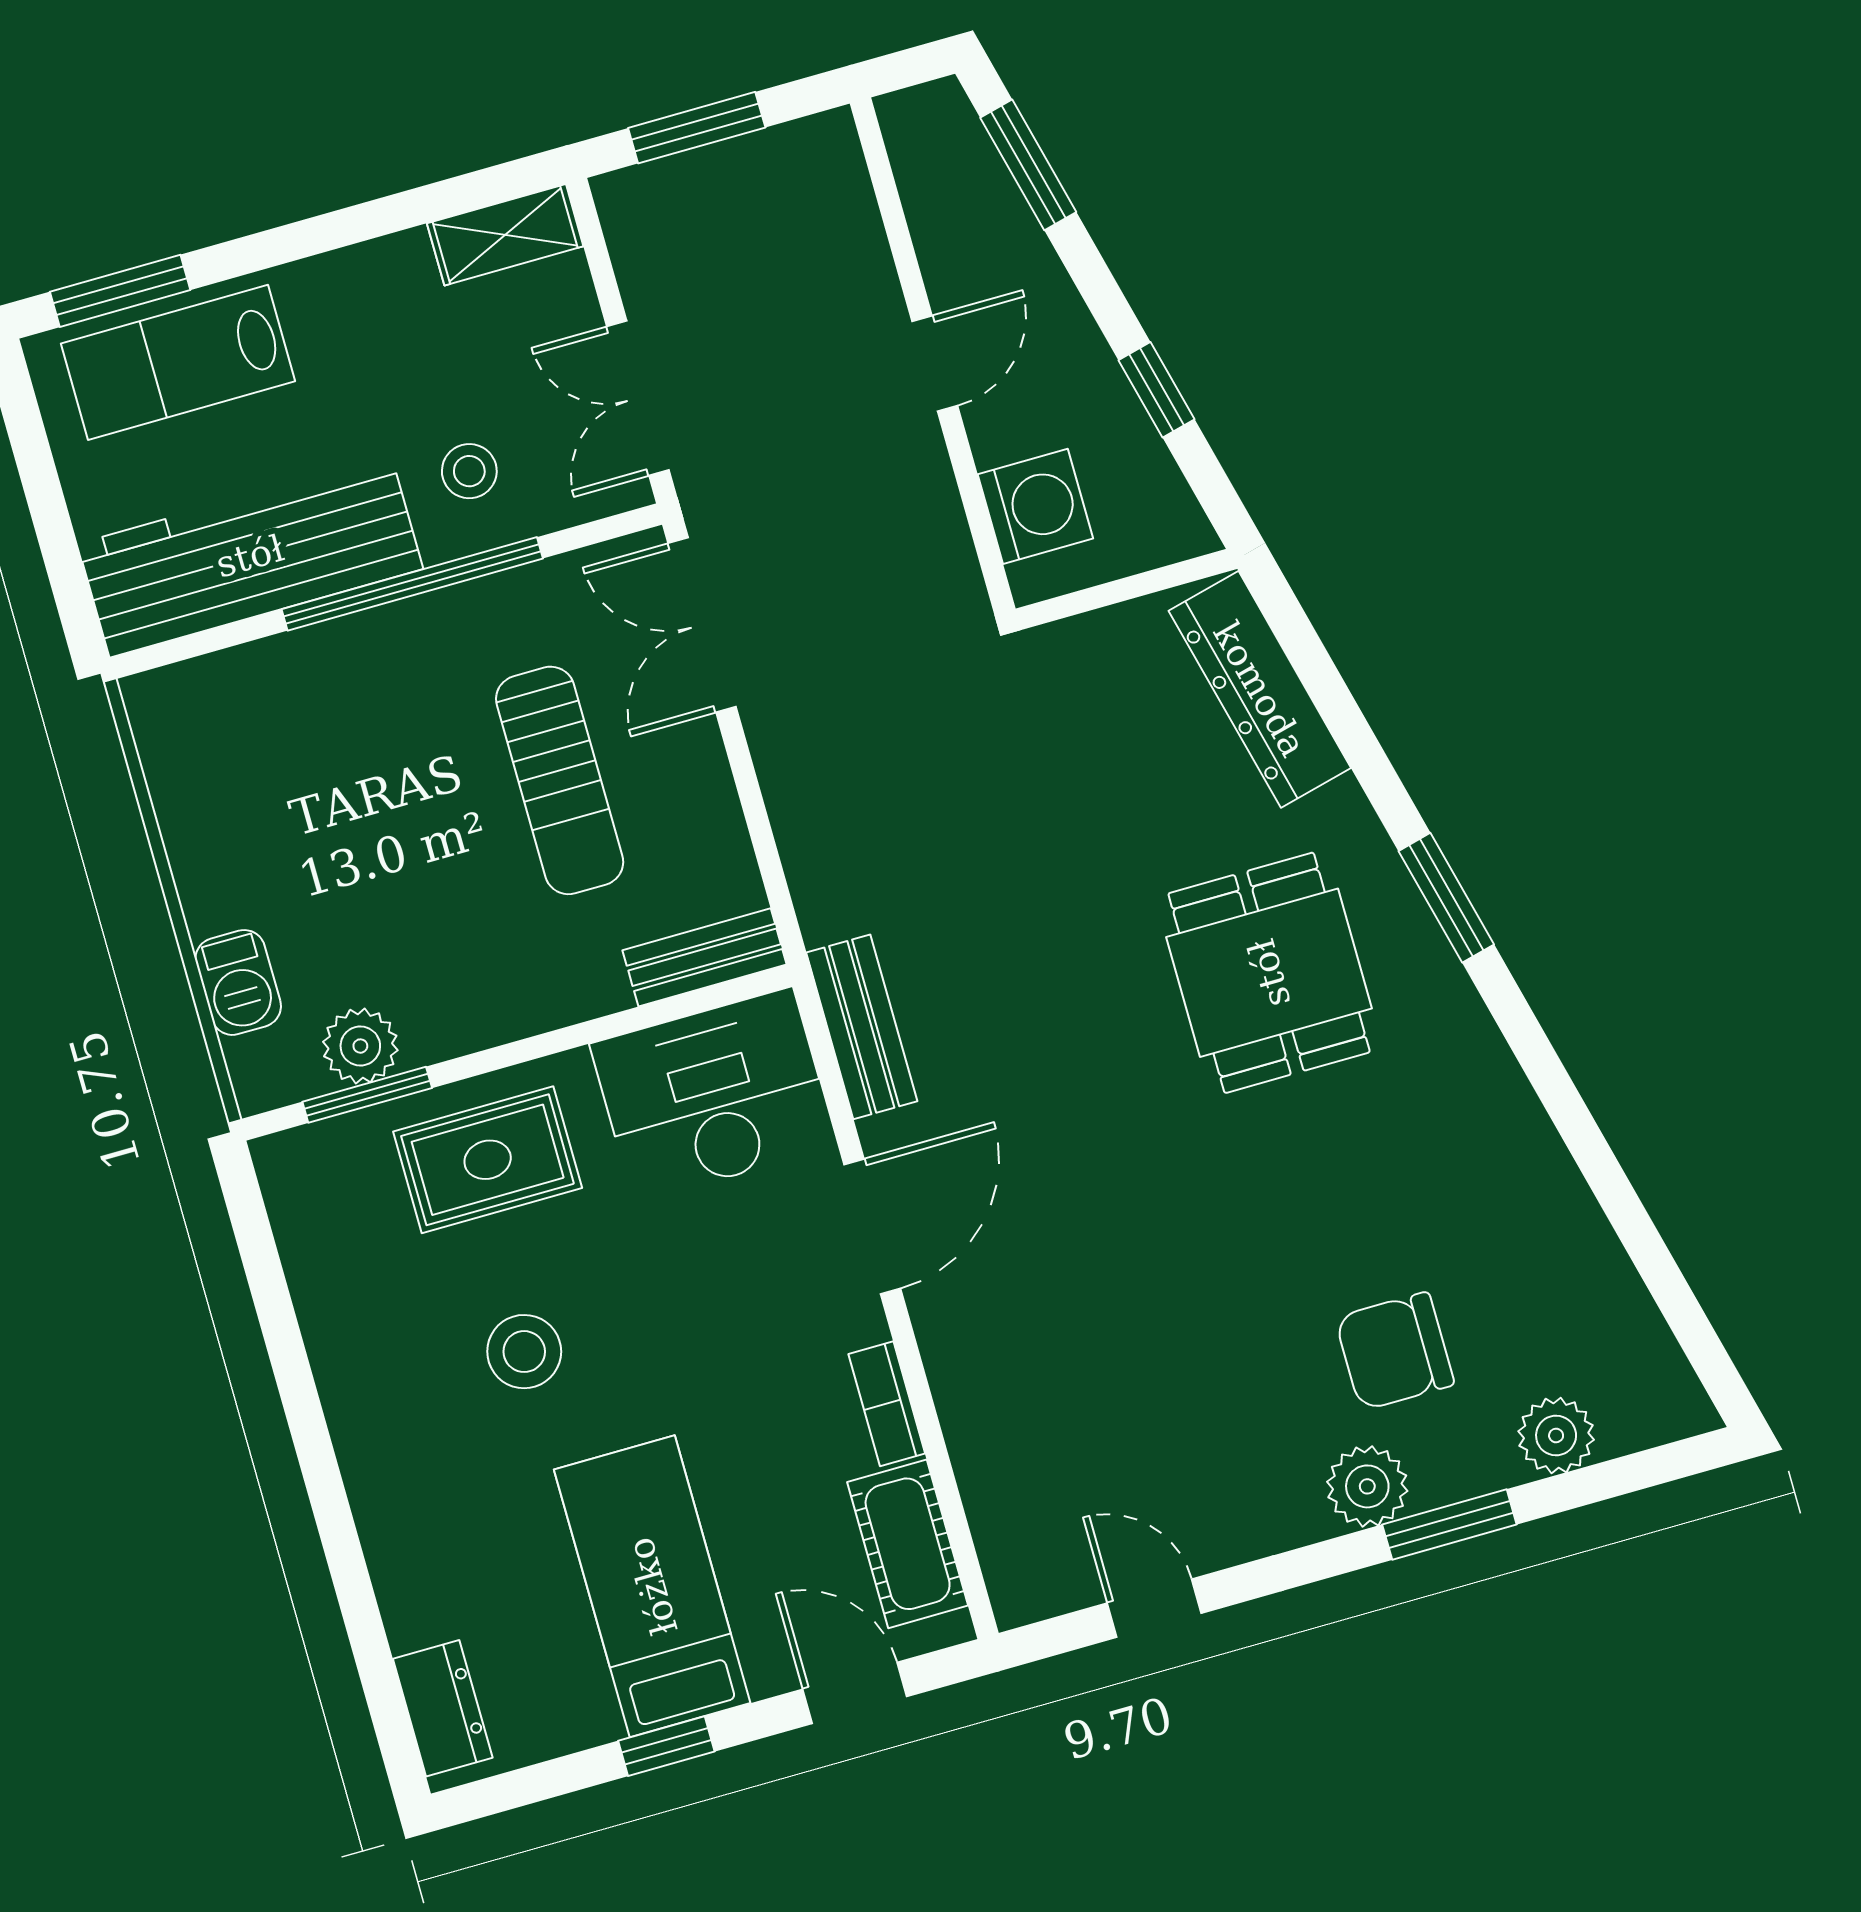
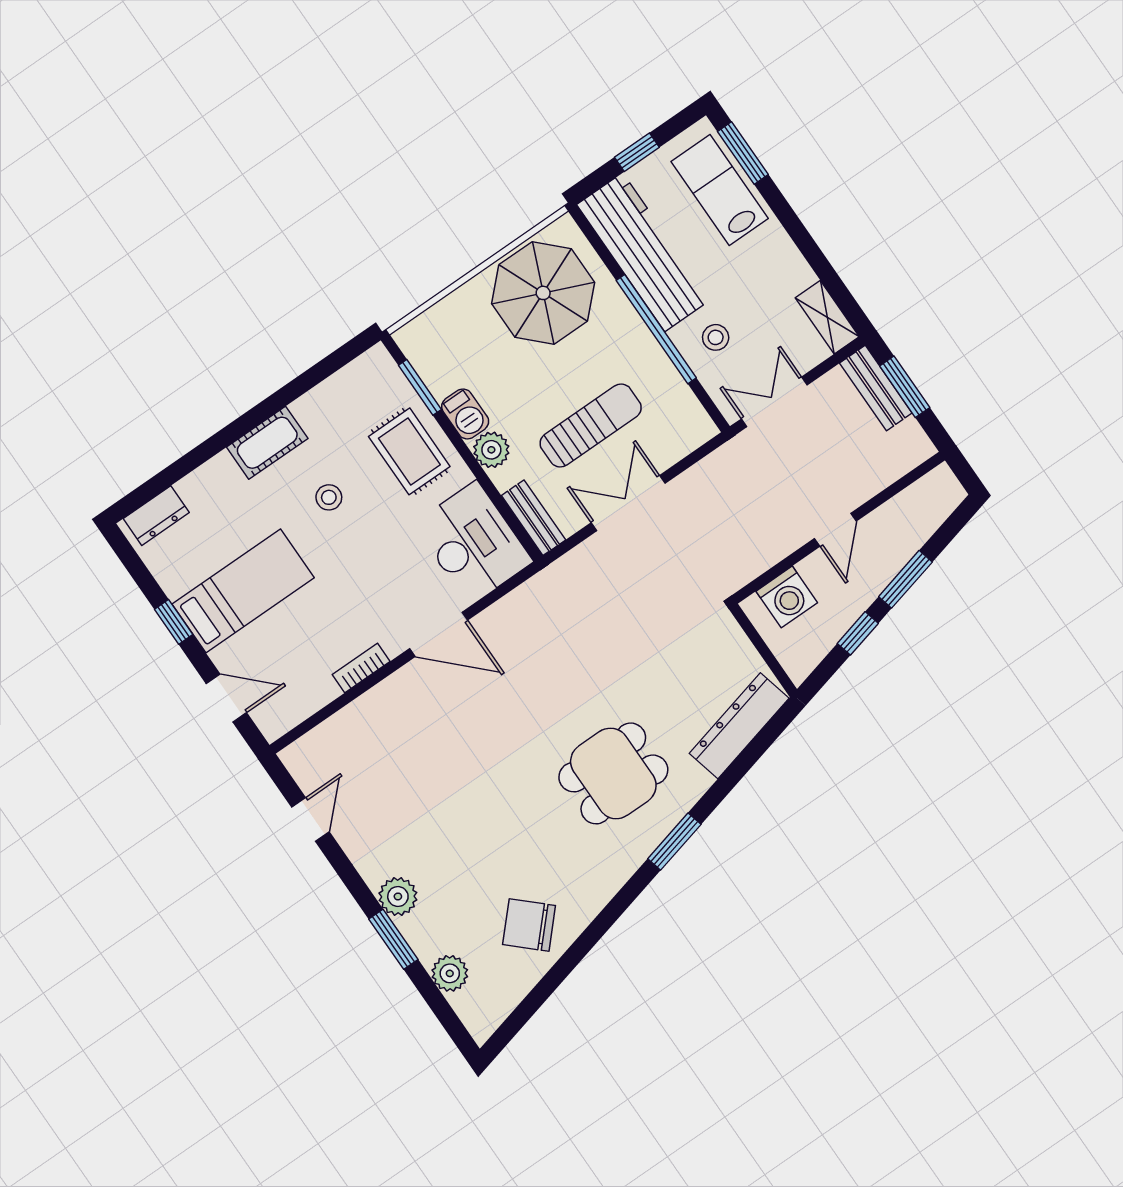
window: (1028, 165) -> (905, 579), moved
door: (935, 363) -> (835, 530), hinge flipped
window: (46, 502) -> (637, 152), added
double door: (702, 625) -> (628, 503), moved
sun lounger: (560, 780) -> (591, 426), turned 180
parasol: (263, 785) -> (543, 293), added
barbecue: (238, 982) -> (465, 414), moved, turned -90
bench: (862, 1027) -> (876, 388), moved, turned 90
plant: (360, 1046) -> (491, 450), moved
chair: (1395, 1351) -> (529, 925), moved, turned -47
stool: (524, 1352) -> (329, 497), width x0.73, depth x0.73
cot: (908, 1544) -> (267, 443), moved
door: (855, 1693) -> (226, 698), hinge flipped

